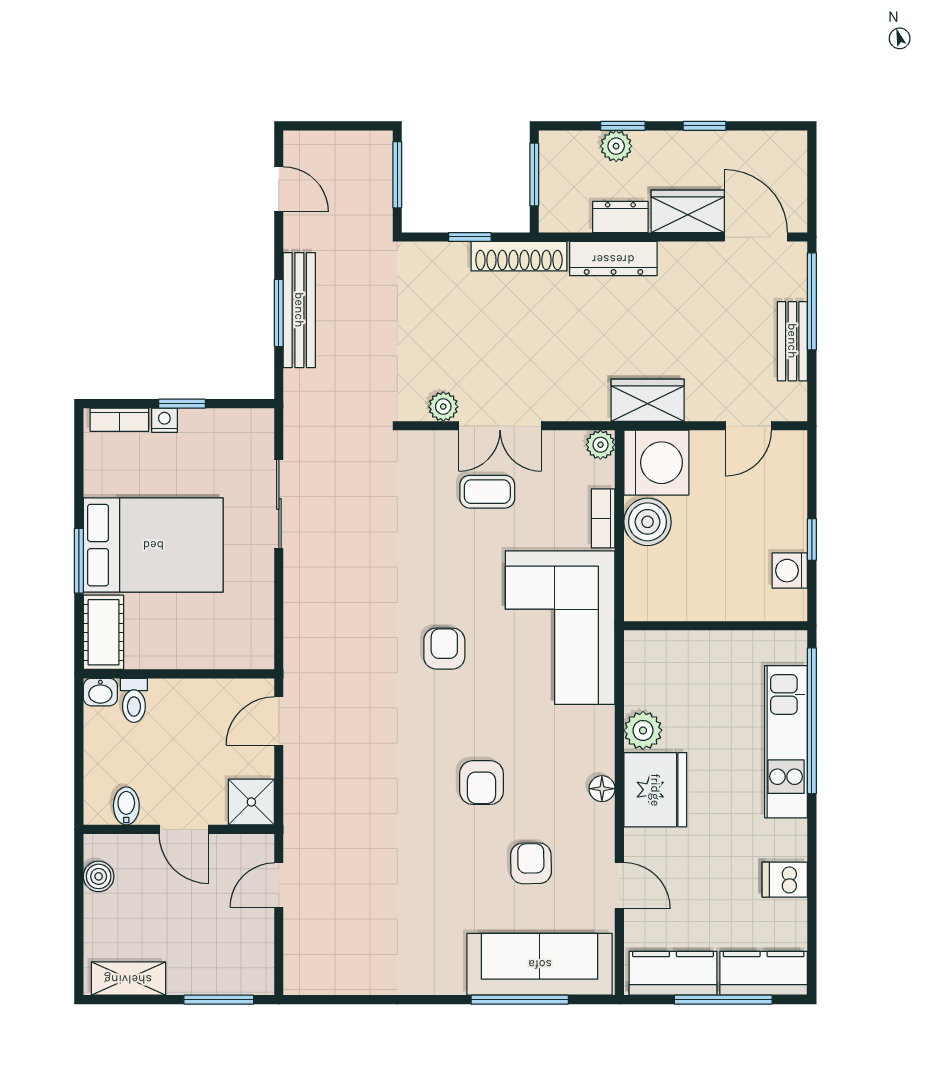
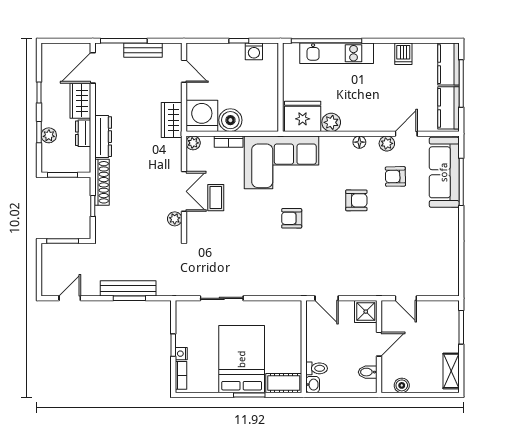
fridge: (655, 790) -> (303, 116), moved
plant: (599, 846) -> (387, 143), added

